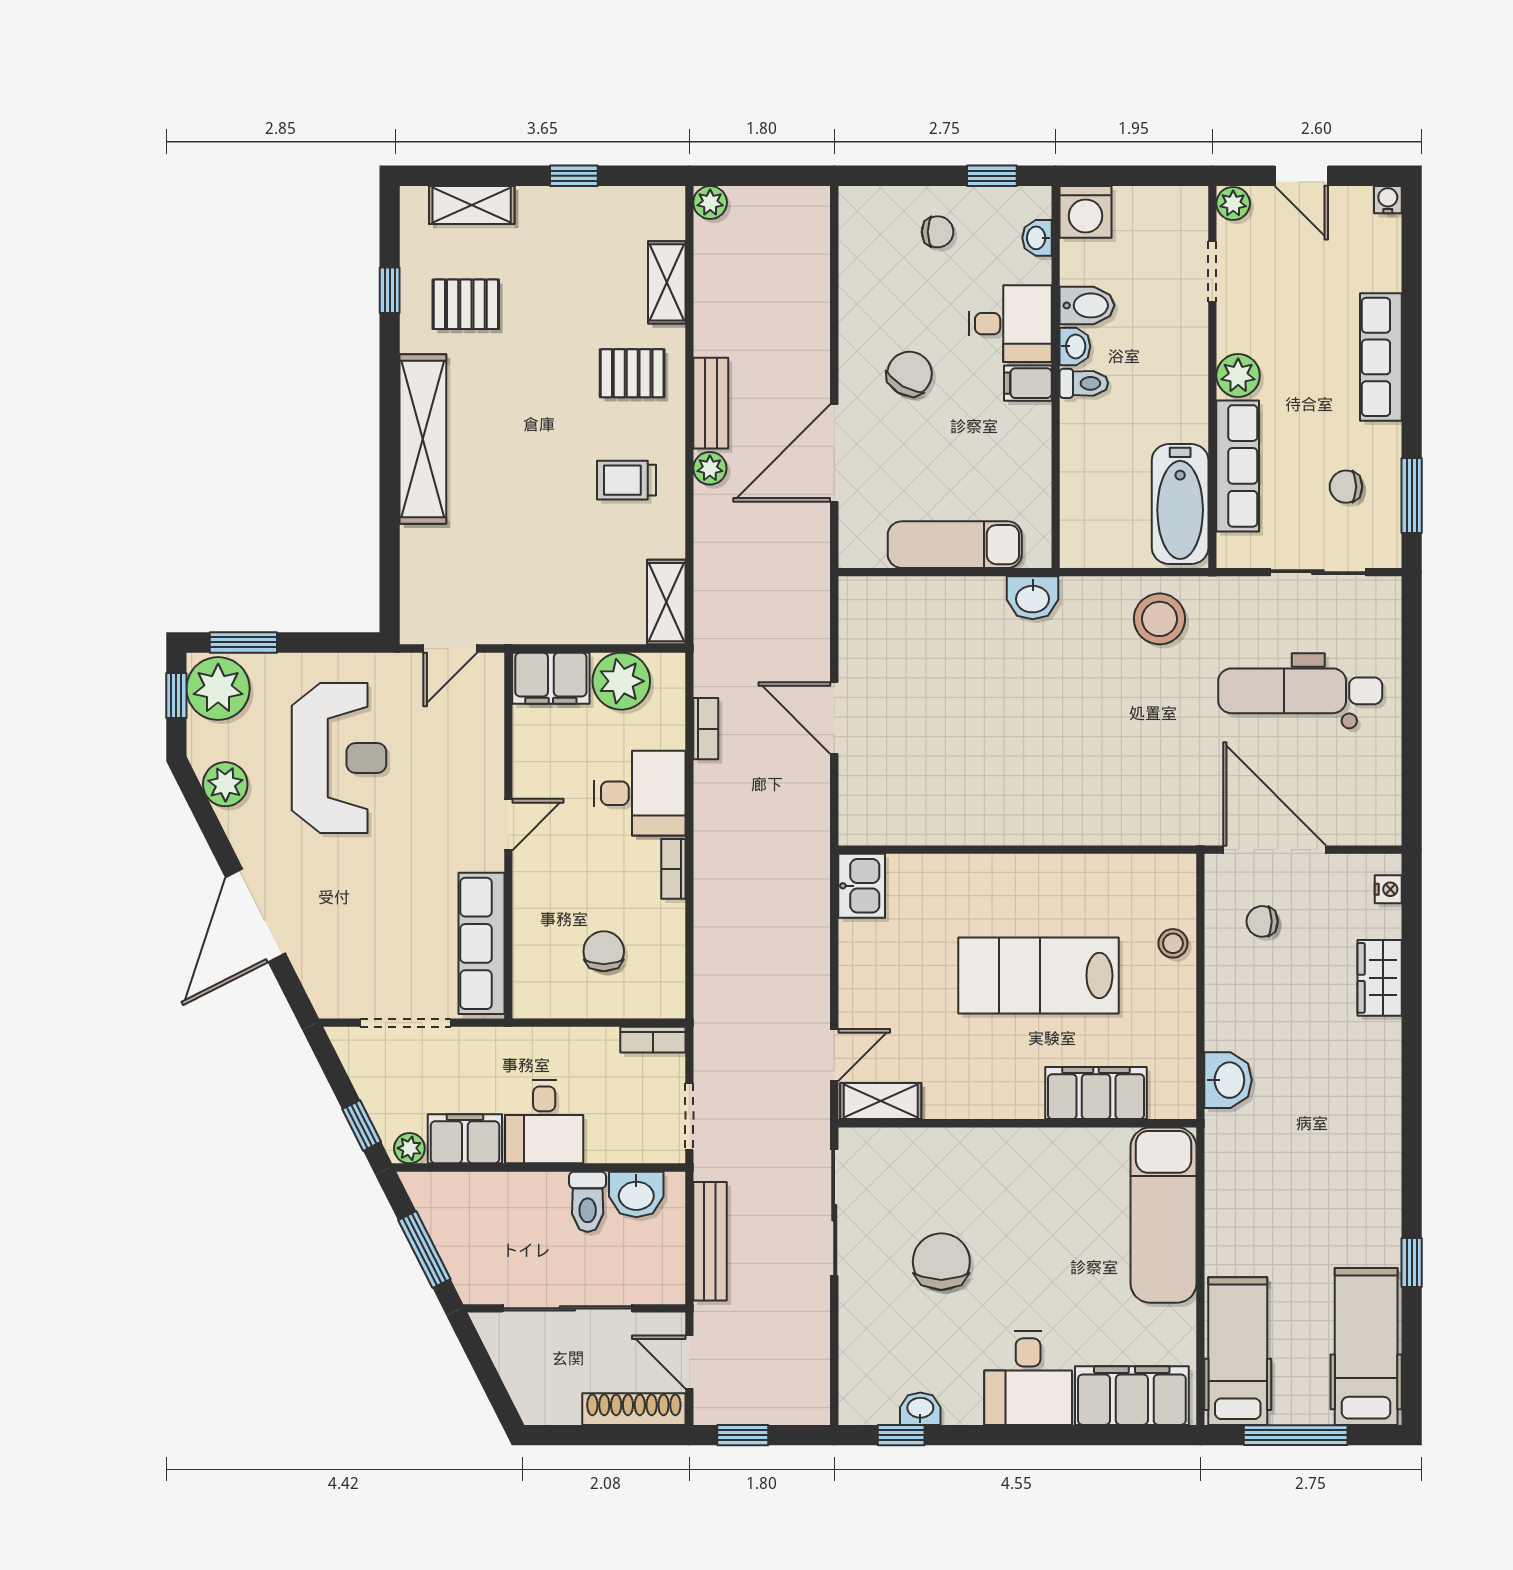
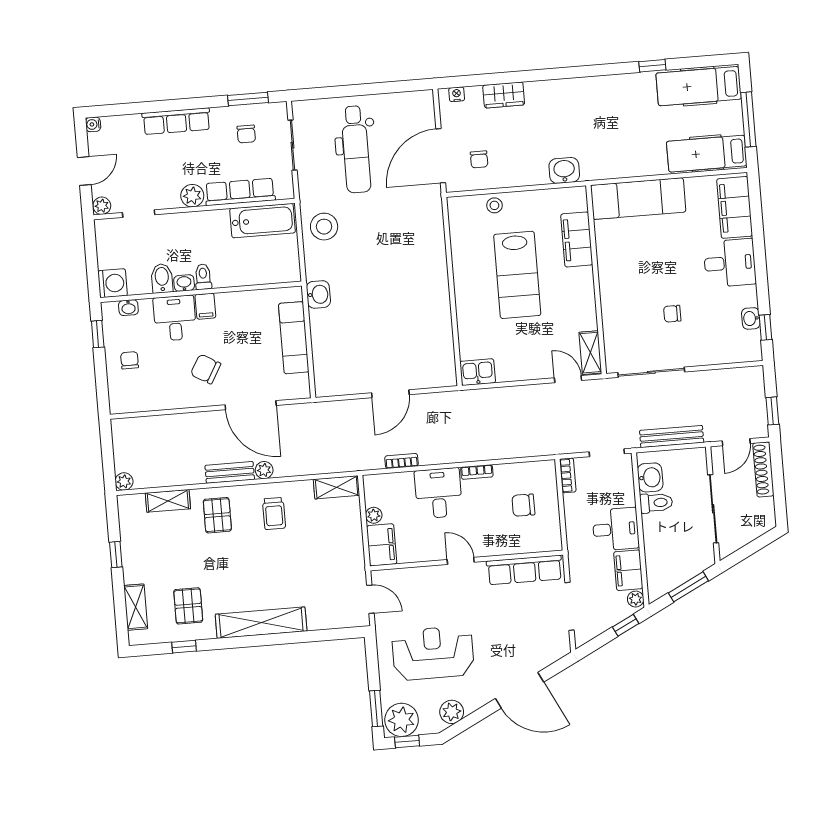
plant: (621, 681) -> (374, 515), width x0.53, depth x0.53
chair: (941, 1262) -> (672, 314), width x0.54, depth x0.54

